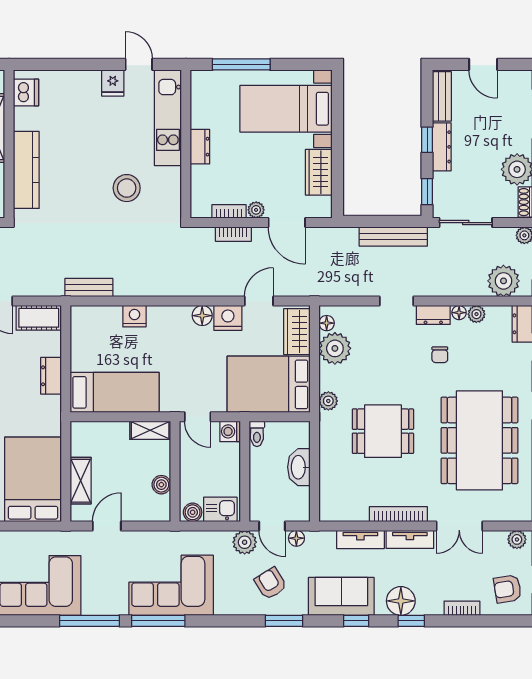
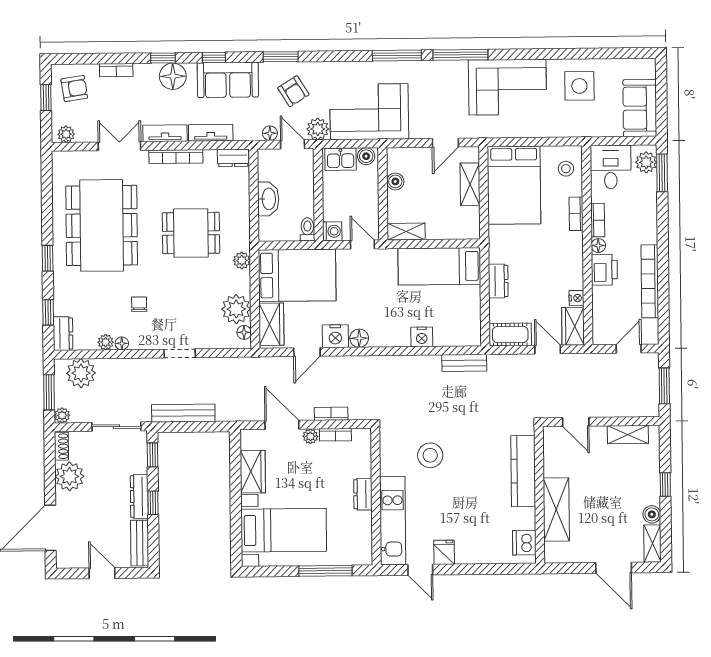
dresser: (433, 315) -> (233, 158), moved, turned 180
corner sofa: (171, 585) -> (369, 112), moved, turned 180

